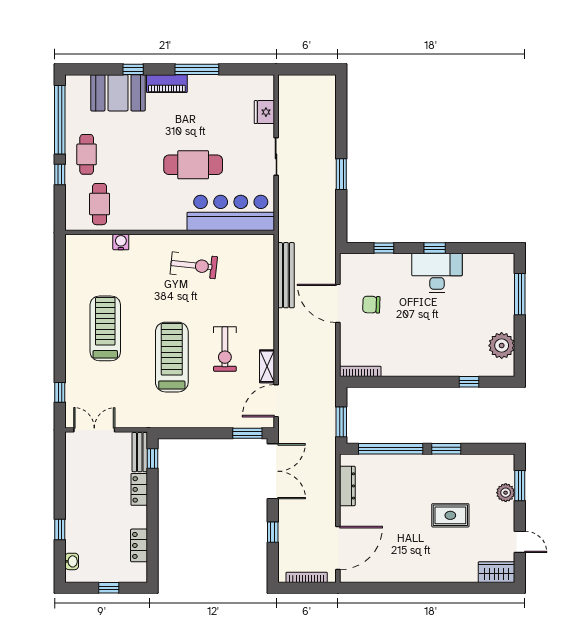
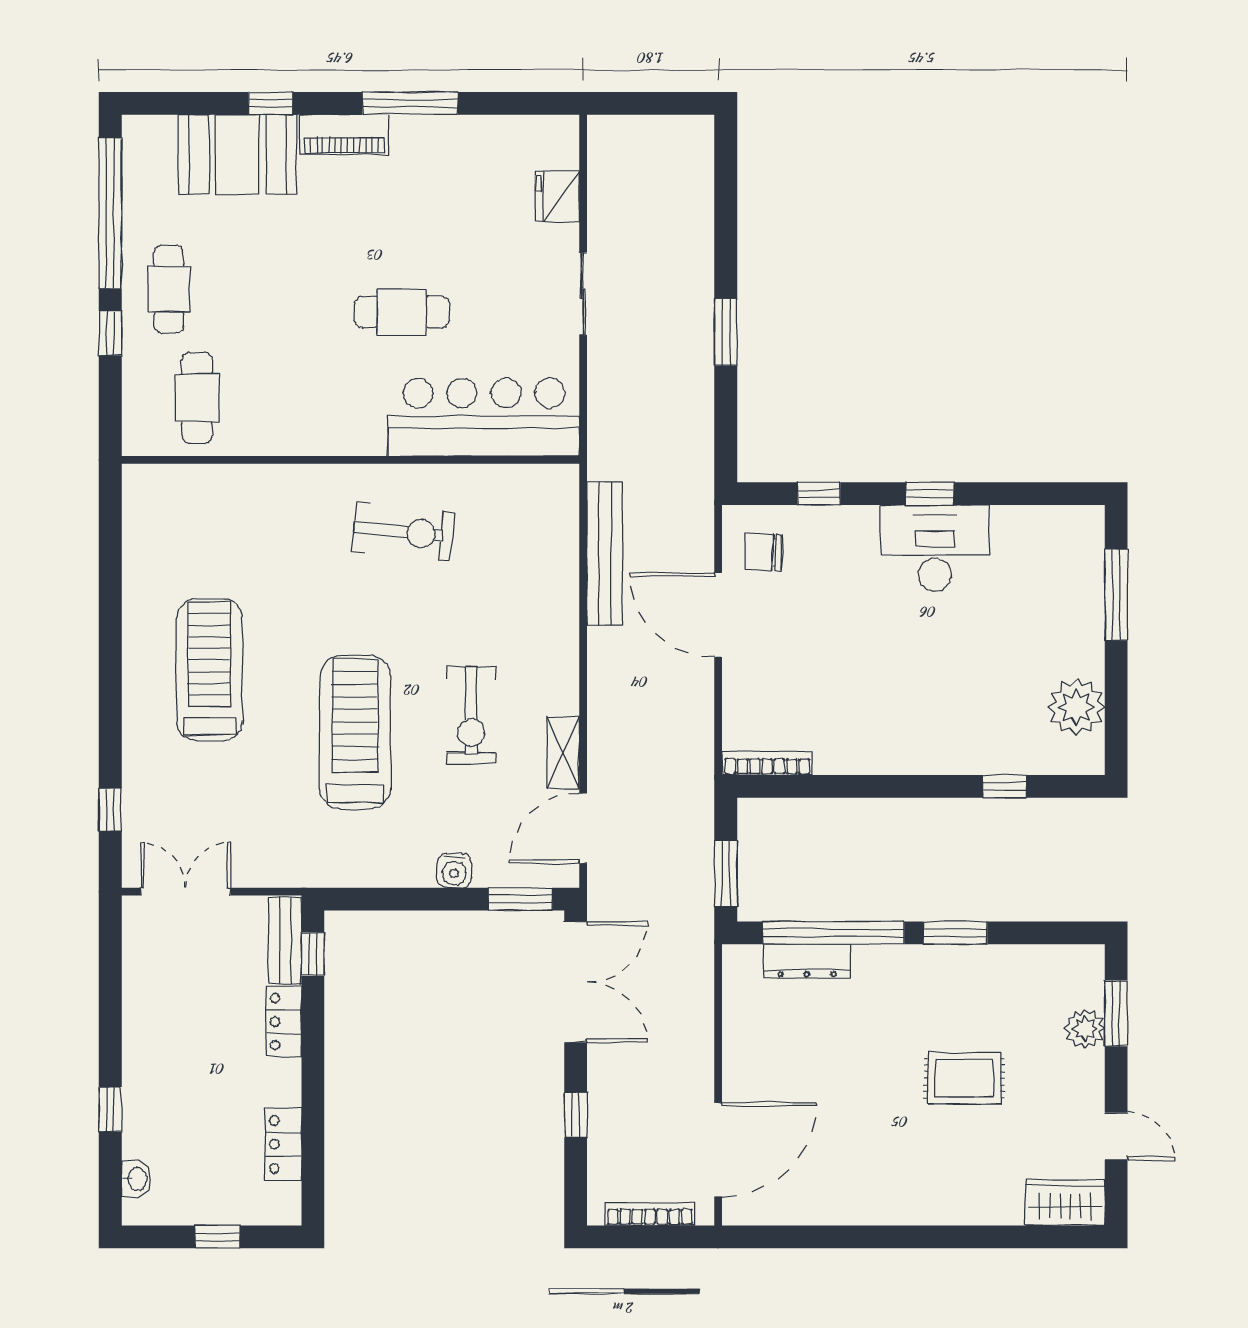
cafe table: (193, 165) -> (402, 312), width x0.73, depth x0.74
water cooler: (121, 242) -> (454, 871), moved, turned 180
chair: (371, 305) -> (763, 552), moved
dresser: (347, 486) -> (807, 961), moved, turned 90

